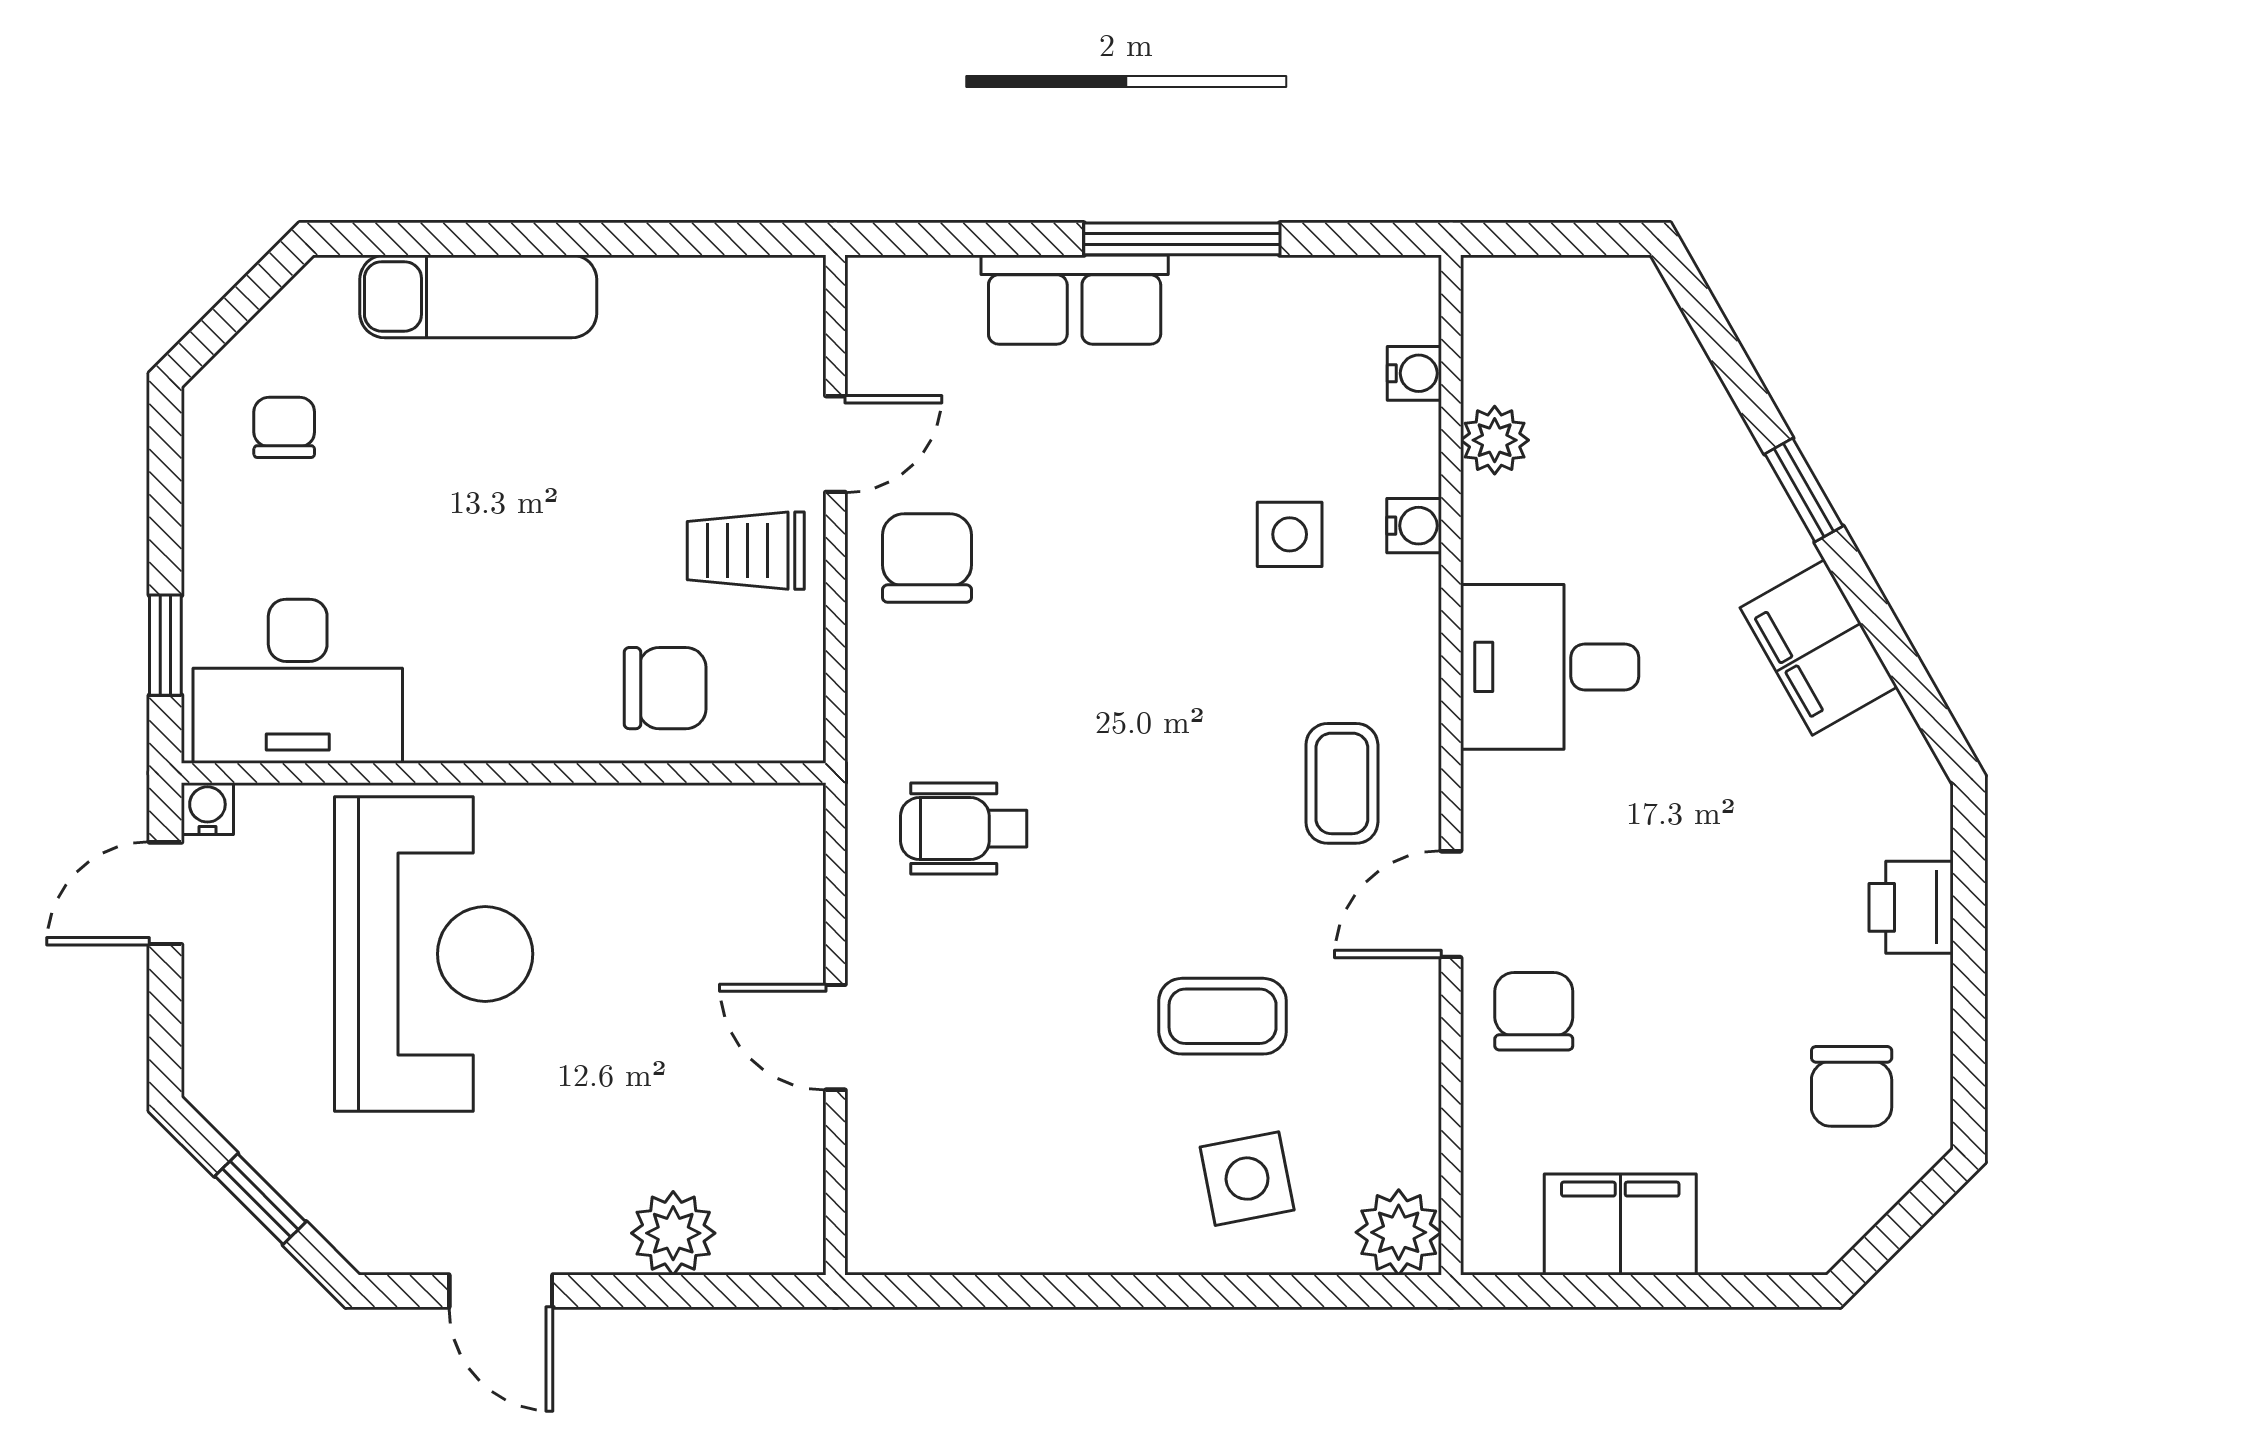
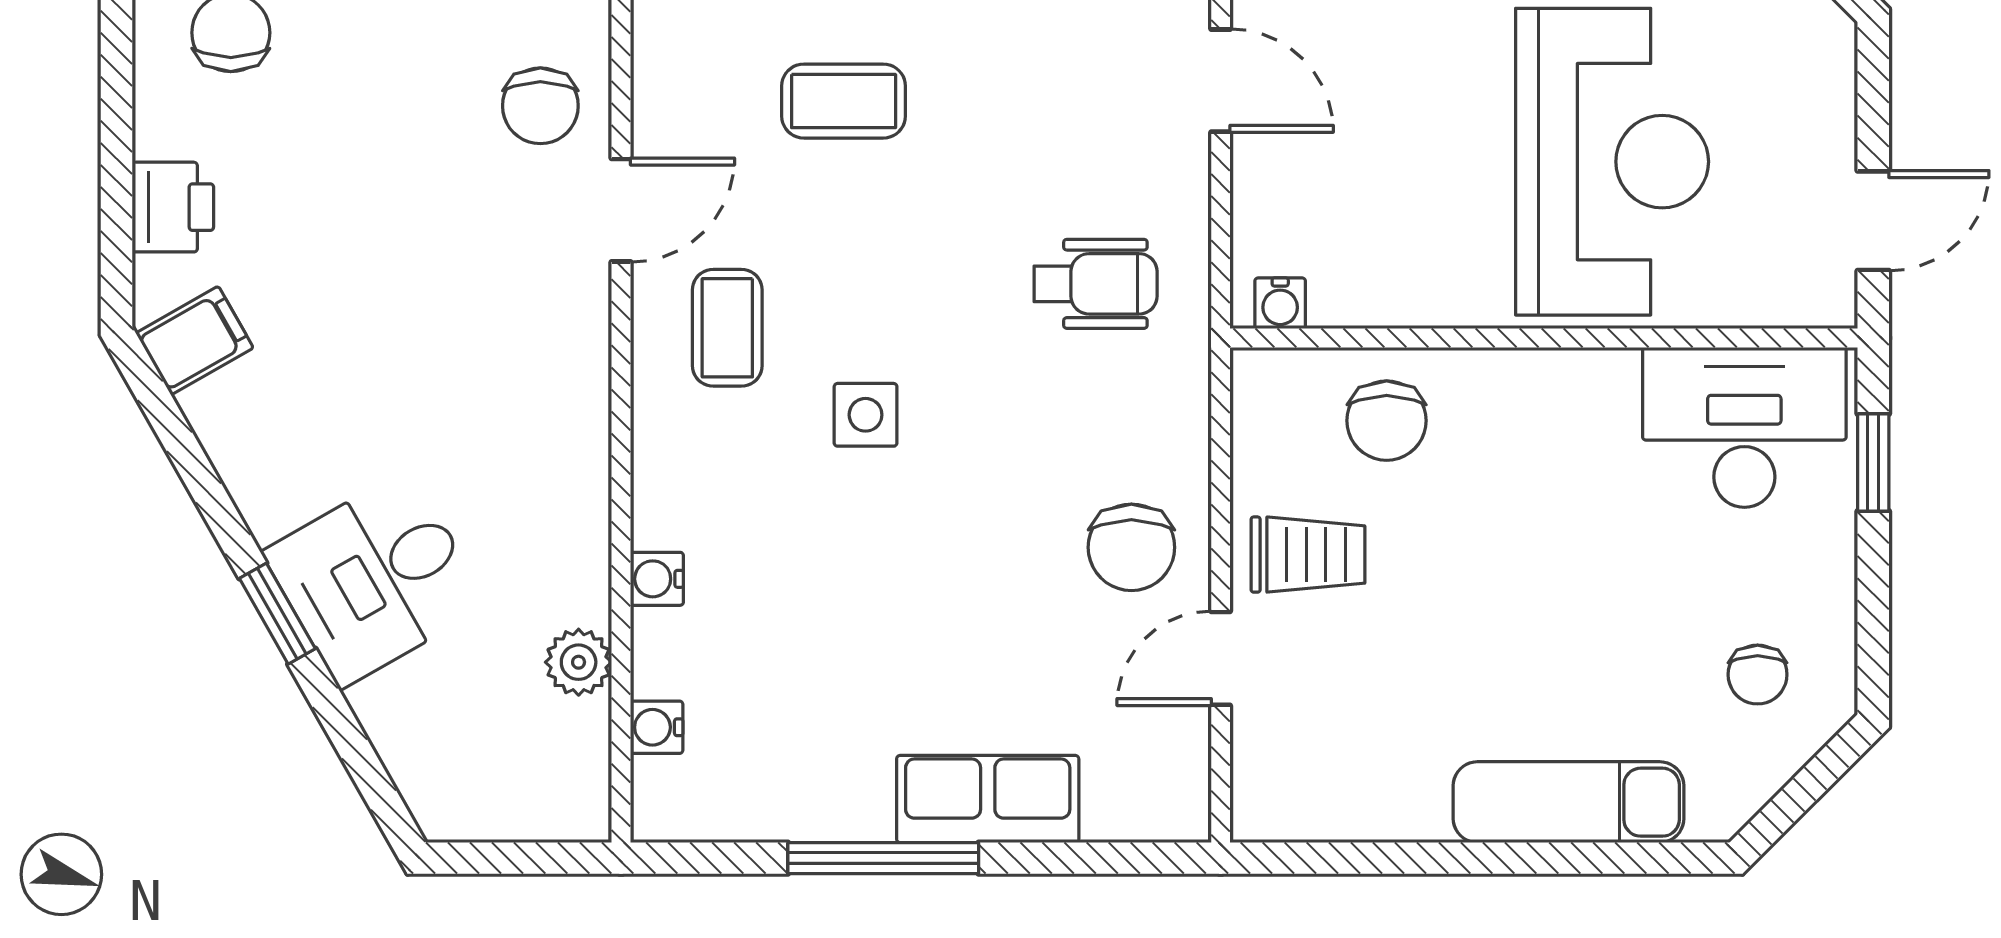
side table: (1290, 534) -> (866, 415), moved
filing cabinet: (1819, 647) -> (195, 340), moved, width x0.50
desk: (1550, 667) -> (375, 578), moved, turned 150
chair: (665, 688) -> (1387, 421), turned -90
water cooler: (207, 809) -> (1280, 303), moved
reception desk: (434, 954) -> (1612, 162), turned 180

